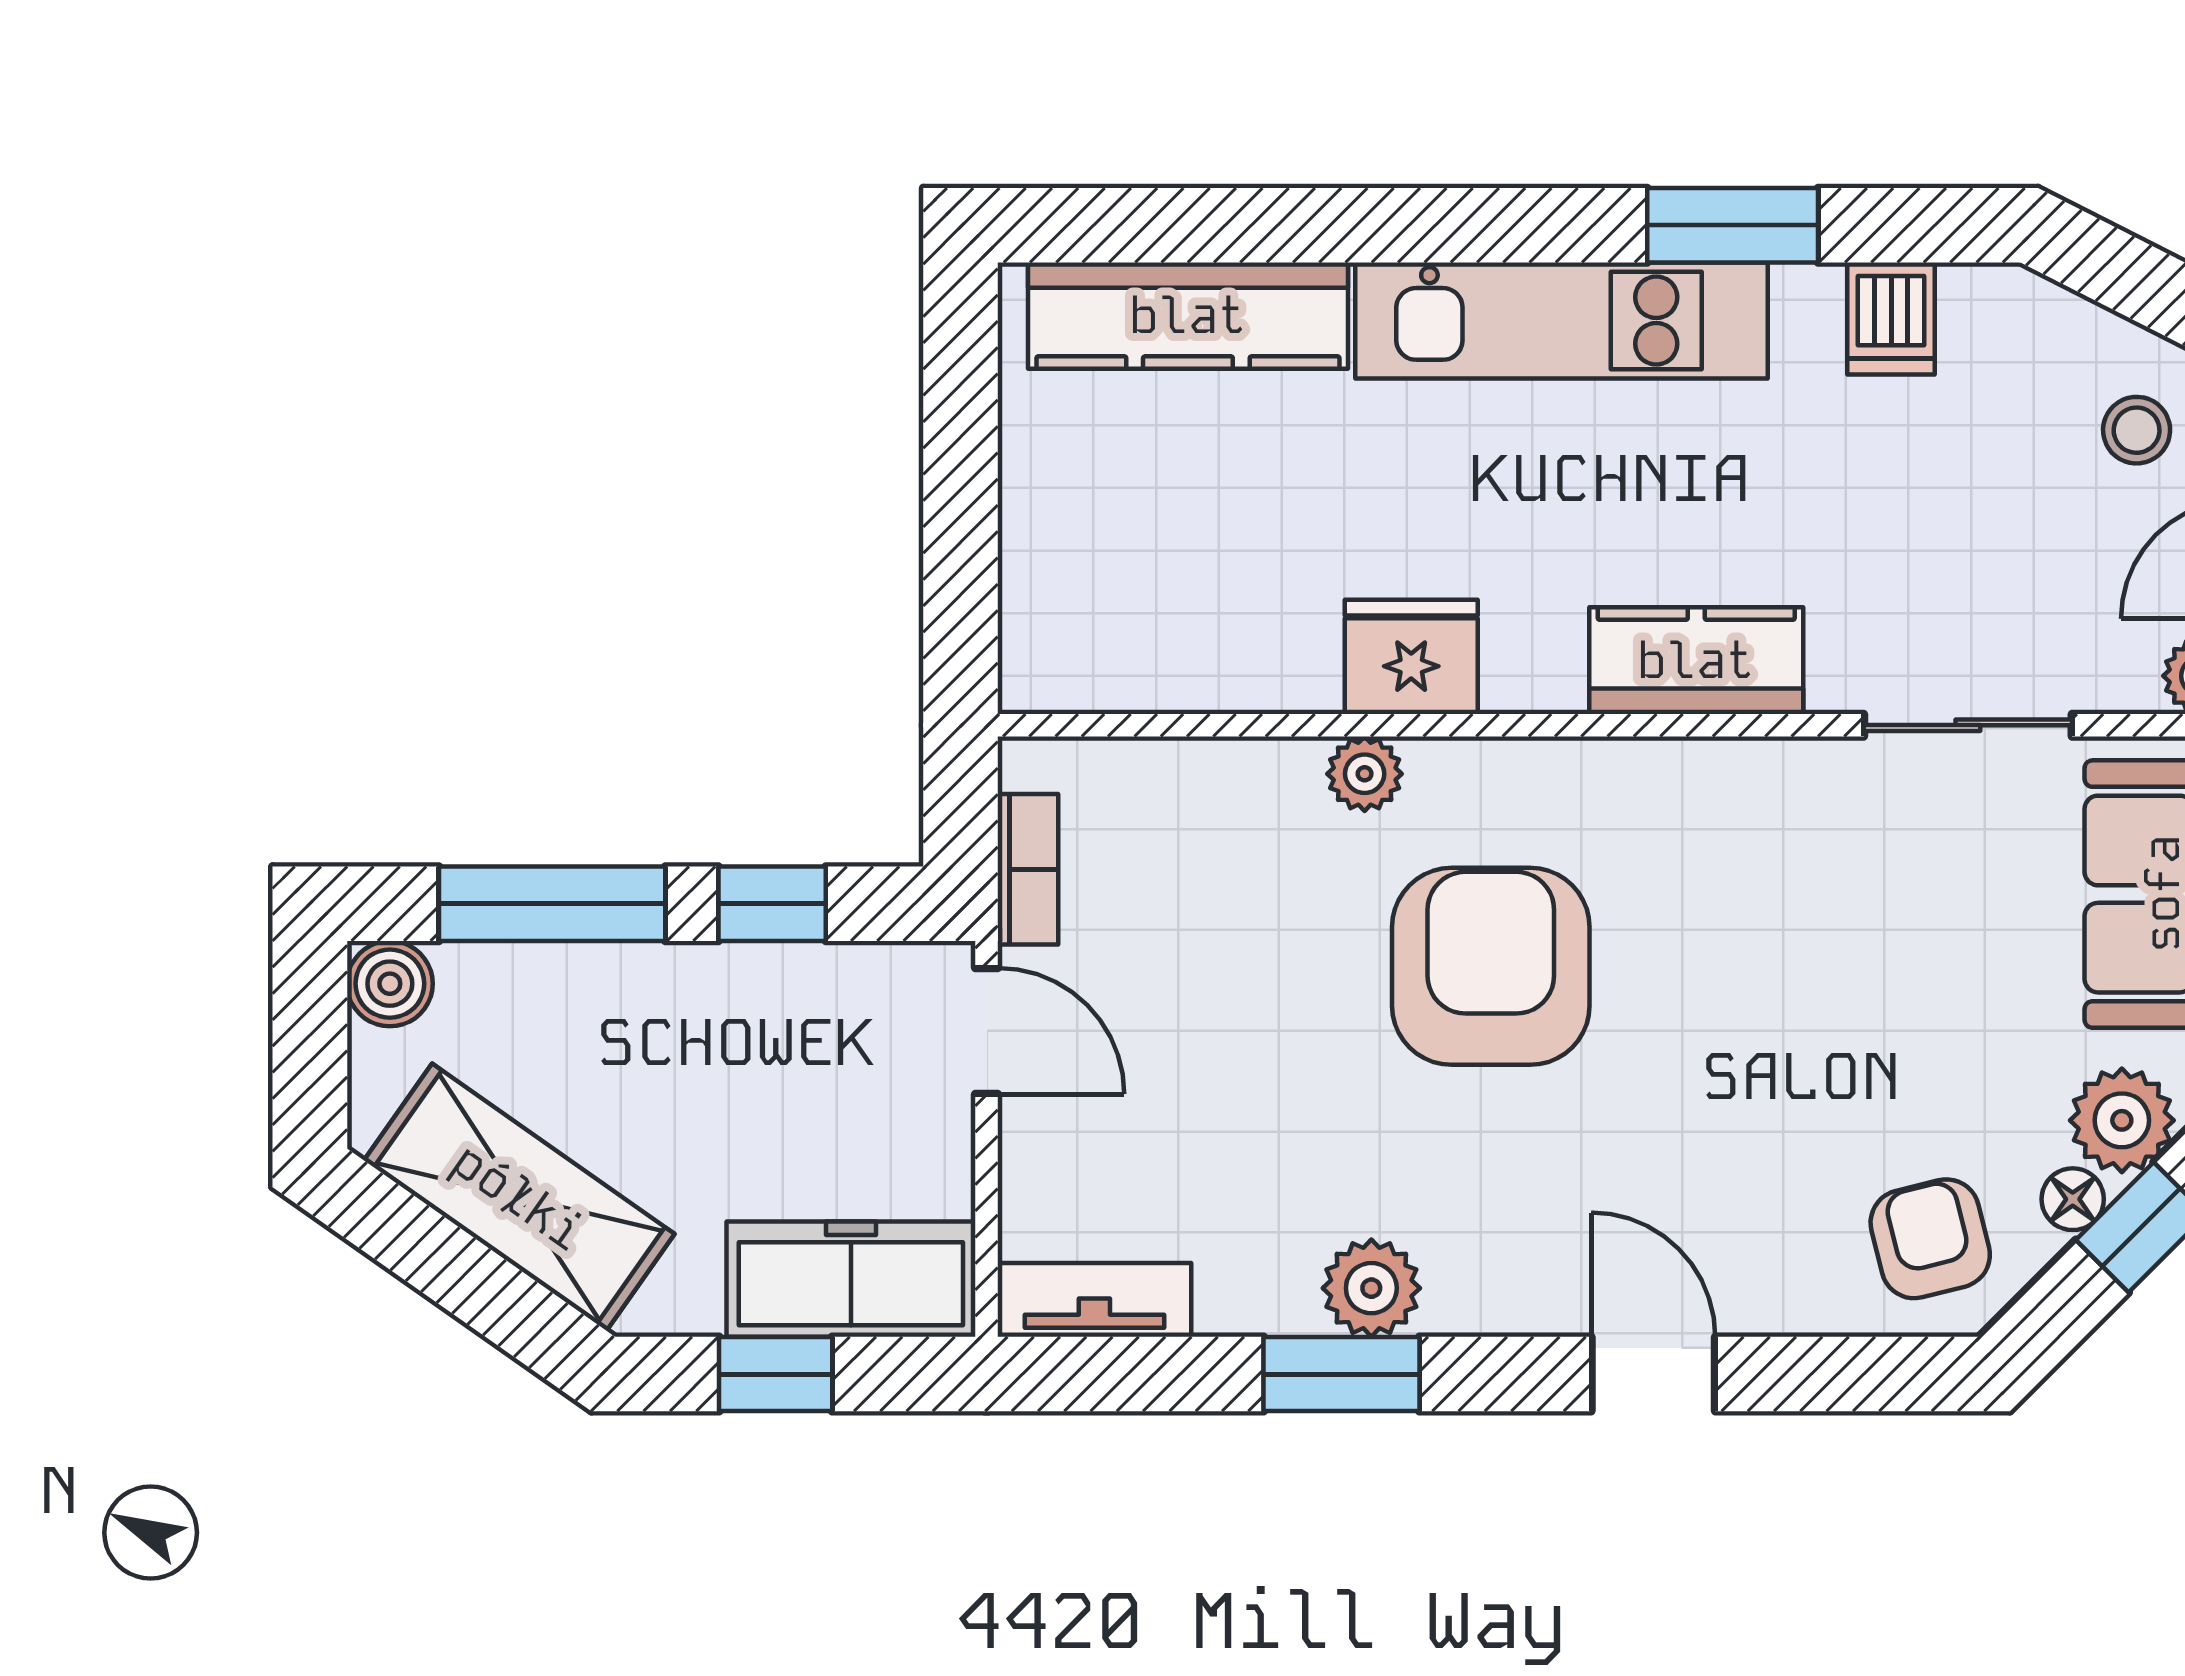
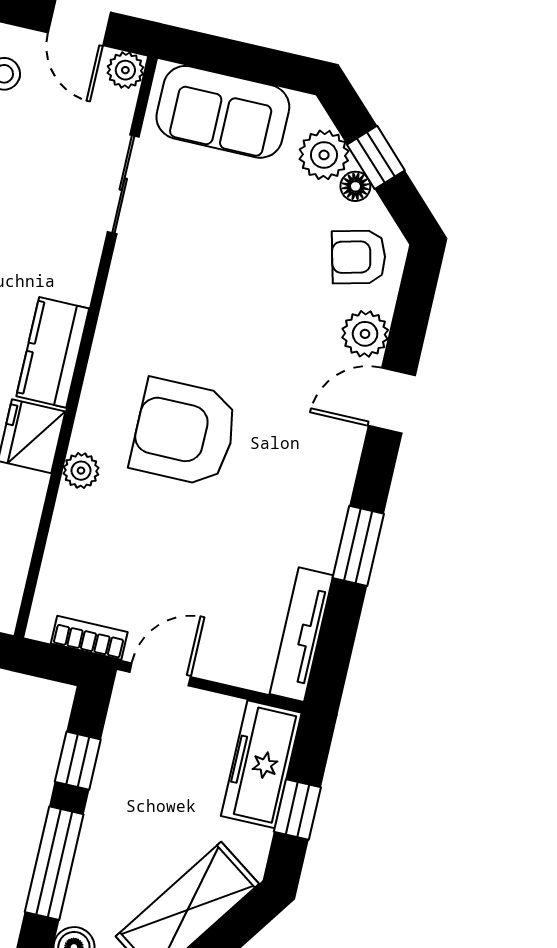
kitchen counter: (1696, 661) -> (53, 352), moved
plant: (1371, 1288) -> (365, 334), moved
tv unit: (1094, 1300) -> (301, 635), width x1.41

